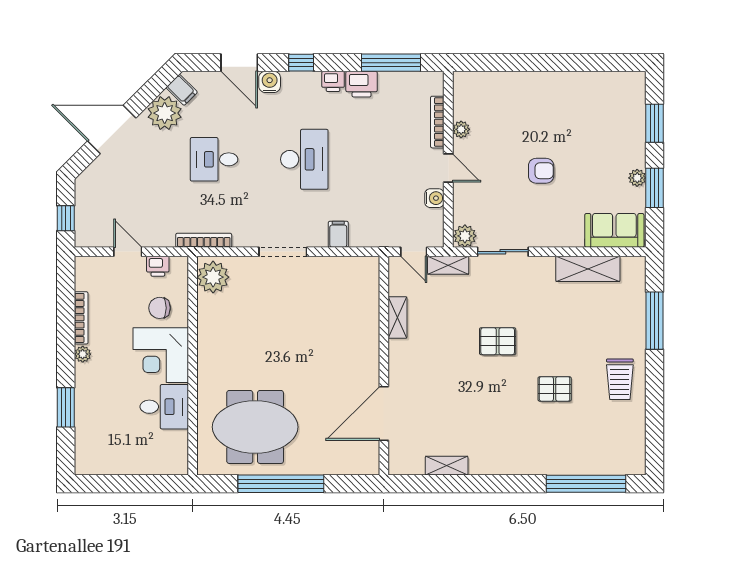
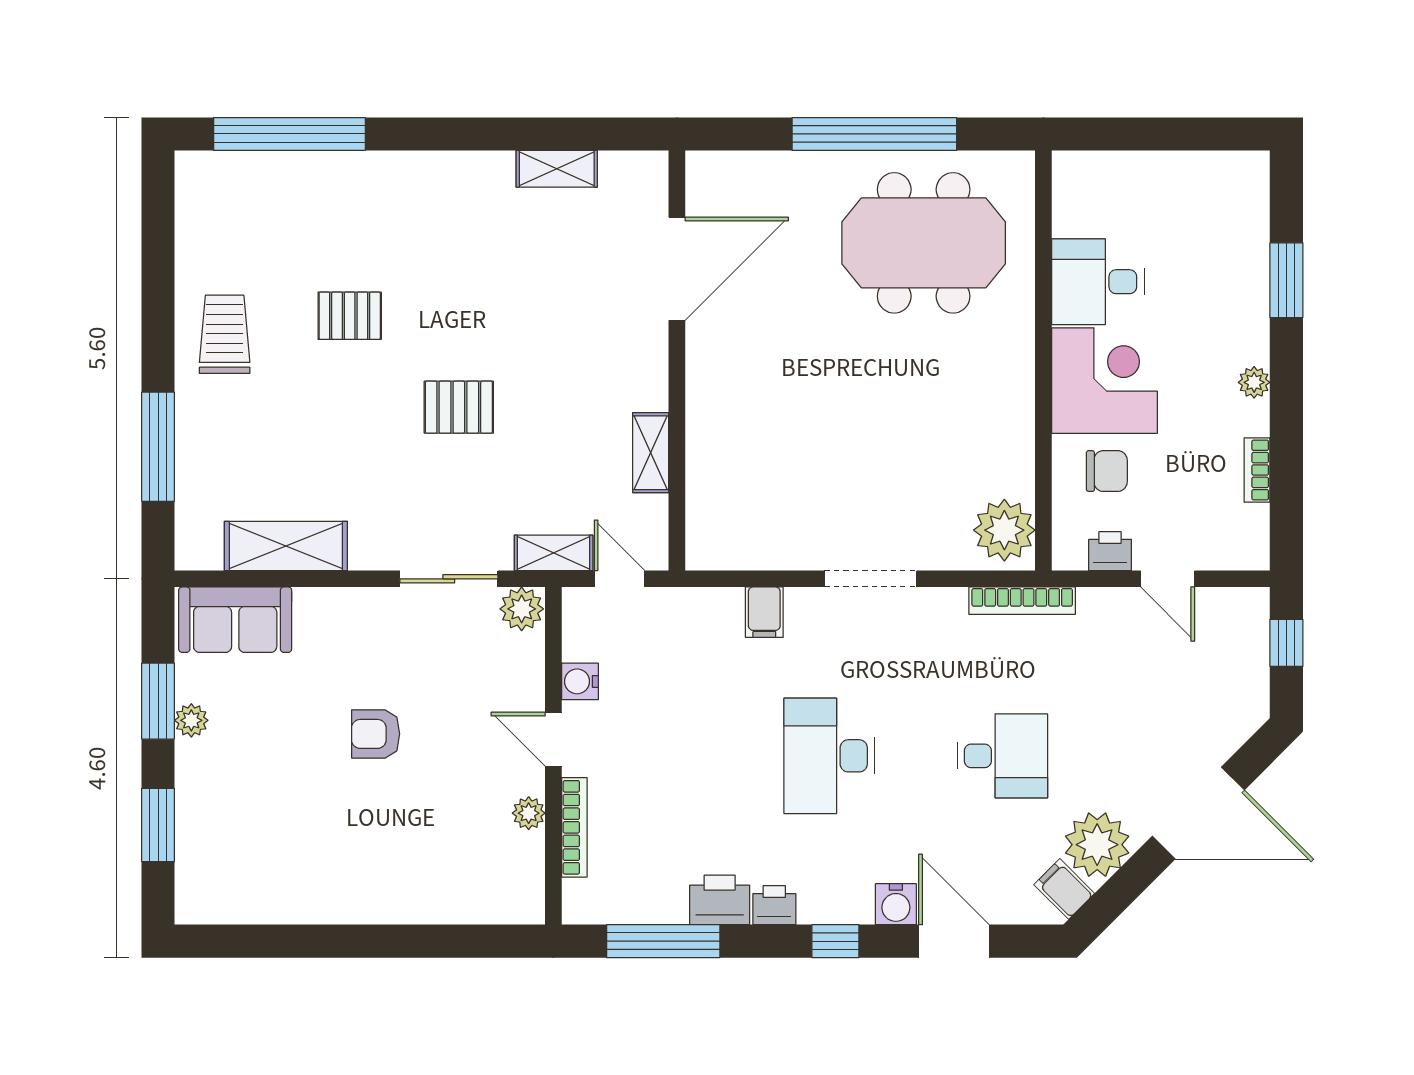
bookcase: (81, 318) -> (1257, 470), width x0.64

